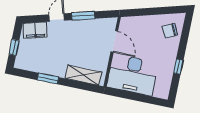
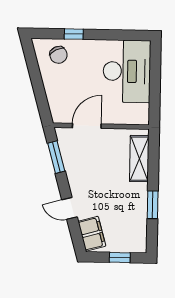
window: (83, 16) -> (56, 157), moved
window: (178, 67) -> (74, 34), moved
desk: (132, 75) -> (127, 71), moved

